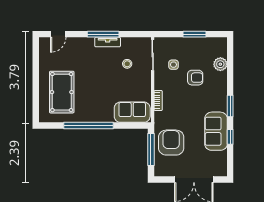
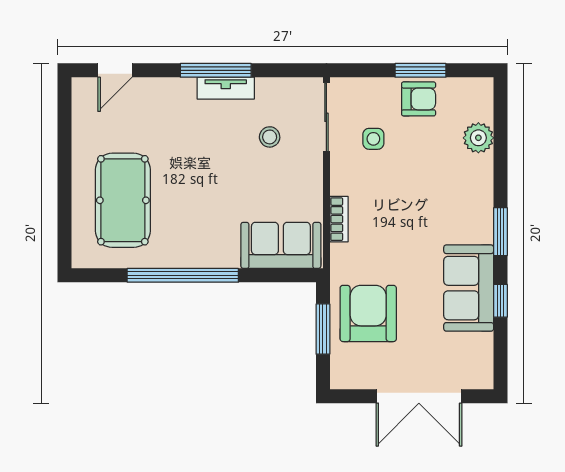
armchair: (195, 78) -> (419, 99), moved
window: (151, 150) -> (323, 329), width x0.69

